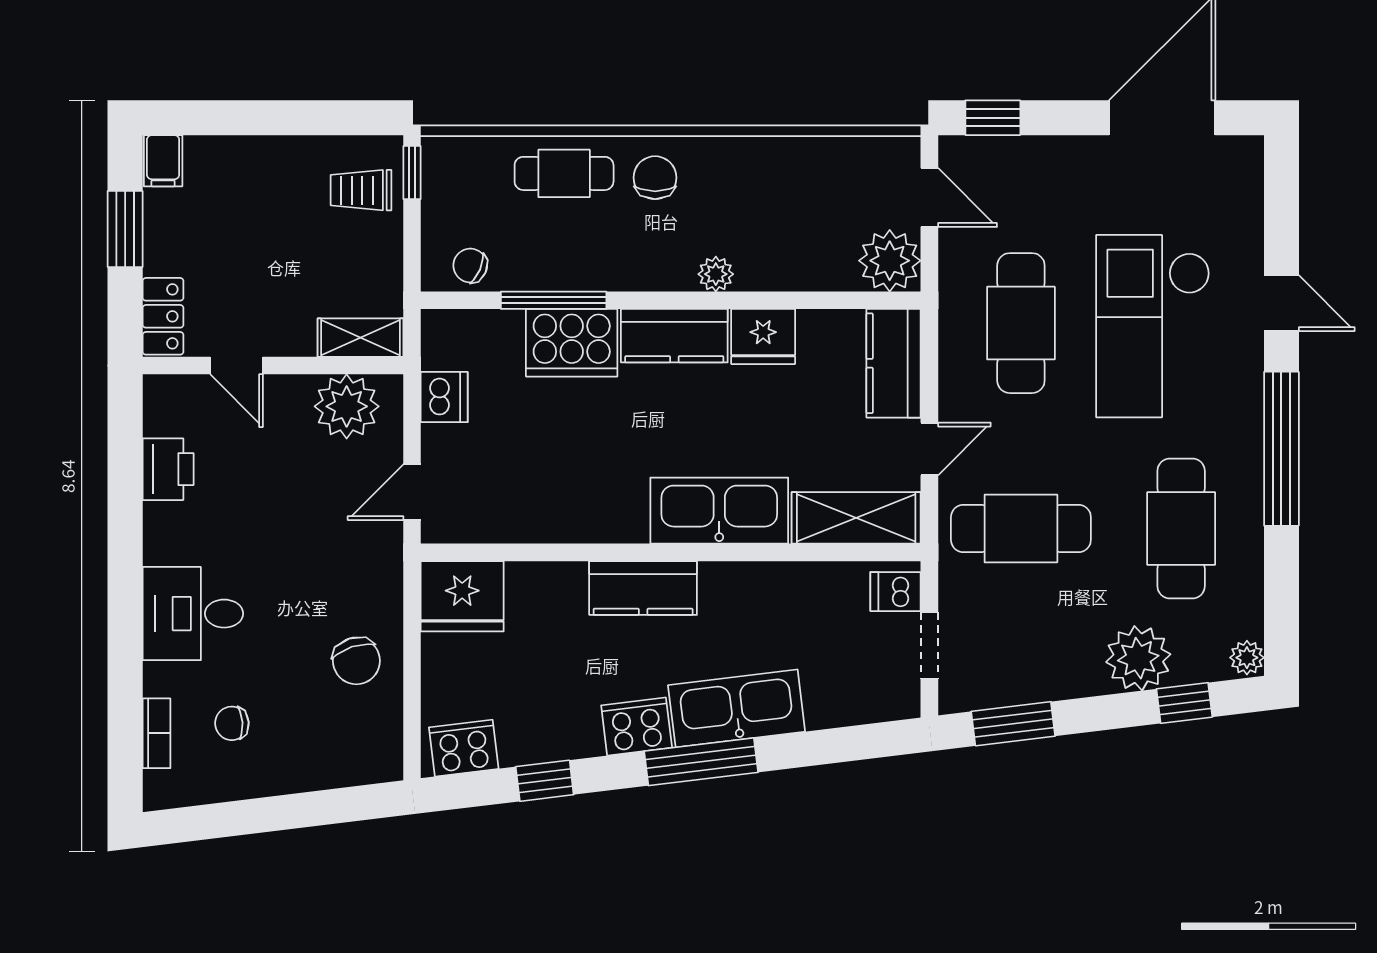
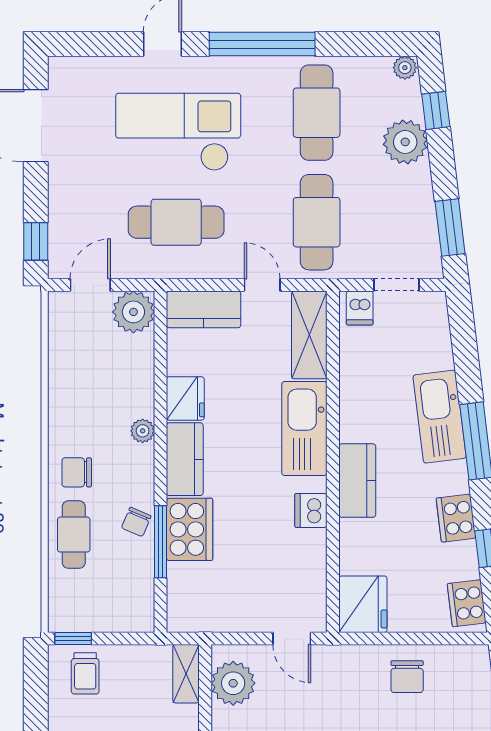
chair: (470, 266) -> (136, 522), moved
checkout: (1153, 326) -> (178, 132), turned 180
dishwasher: (444, 397) -> (311, 510), moved, turned -90
cafe table: (1181, 529) -> (317, 113), turned 90
chair: (356, 661) -> (407, 677), turned 108
cooker: (637, 727) -> (456, 518), moved

